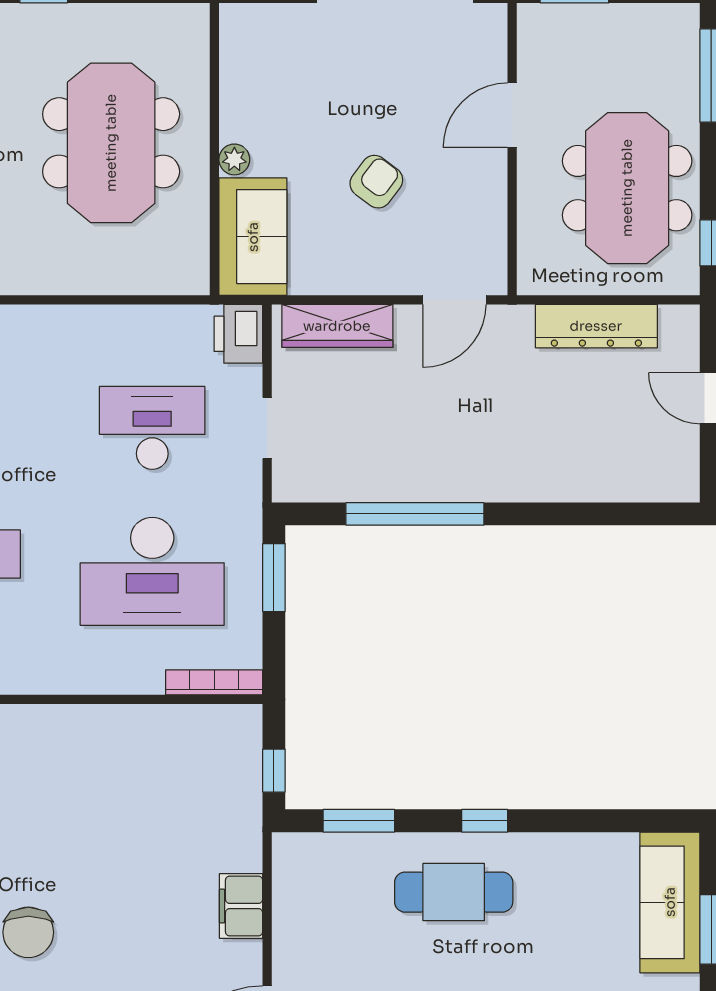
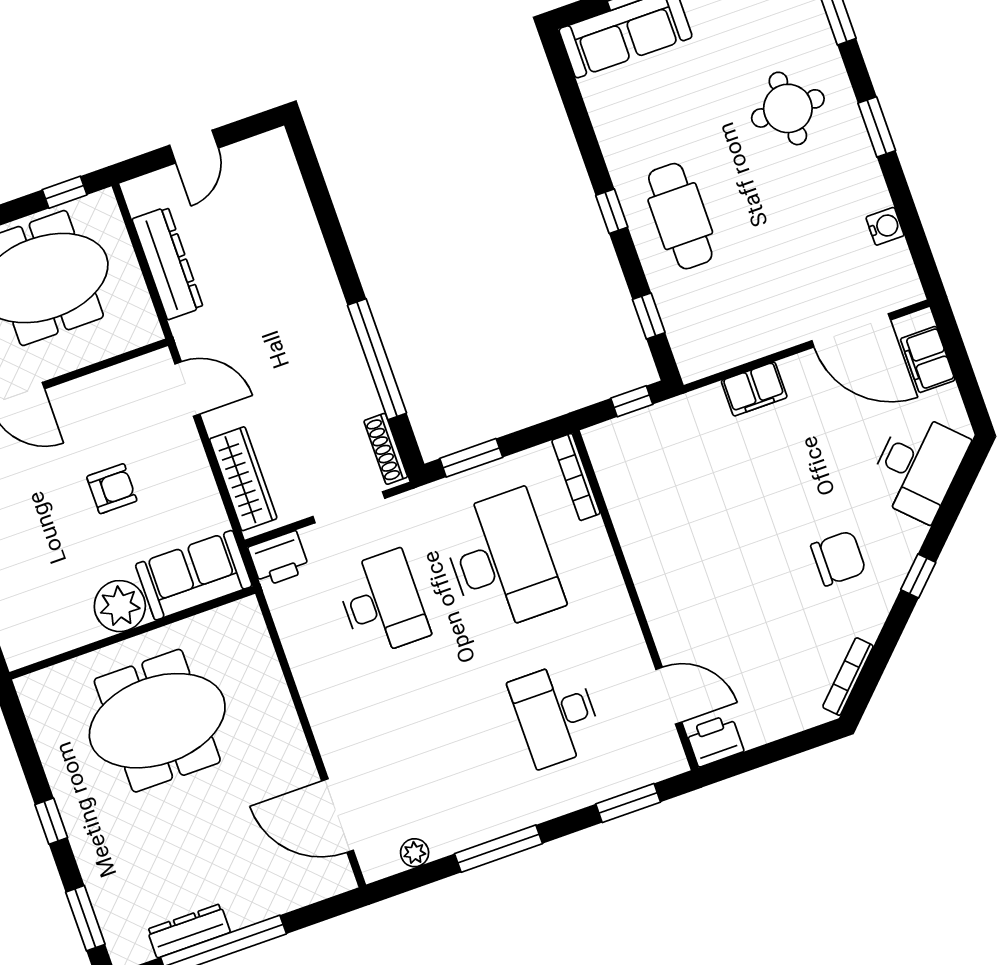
plant: (234, 159) -> (120, 606), width x1.88, depth x1.88
armchair: (376, 182) -> (112, 489), turned 143
desk: (152, 428) -> (382, 603), turned 180
doorway: (267, 428) -> (349, 507), width x1.38
shoe rack: (316, 489) -> (386, 449), added
window: (359, 821) -> (649, 316), width x0.67

